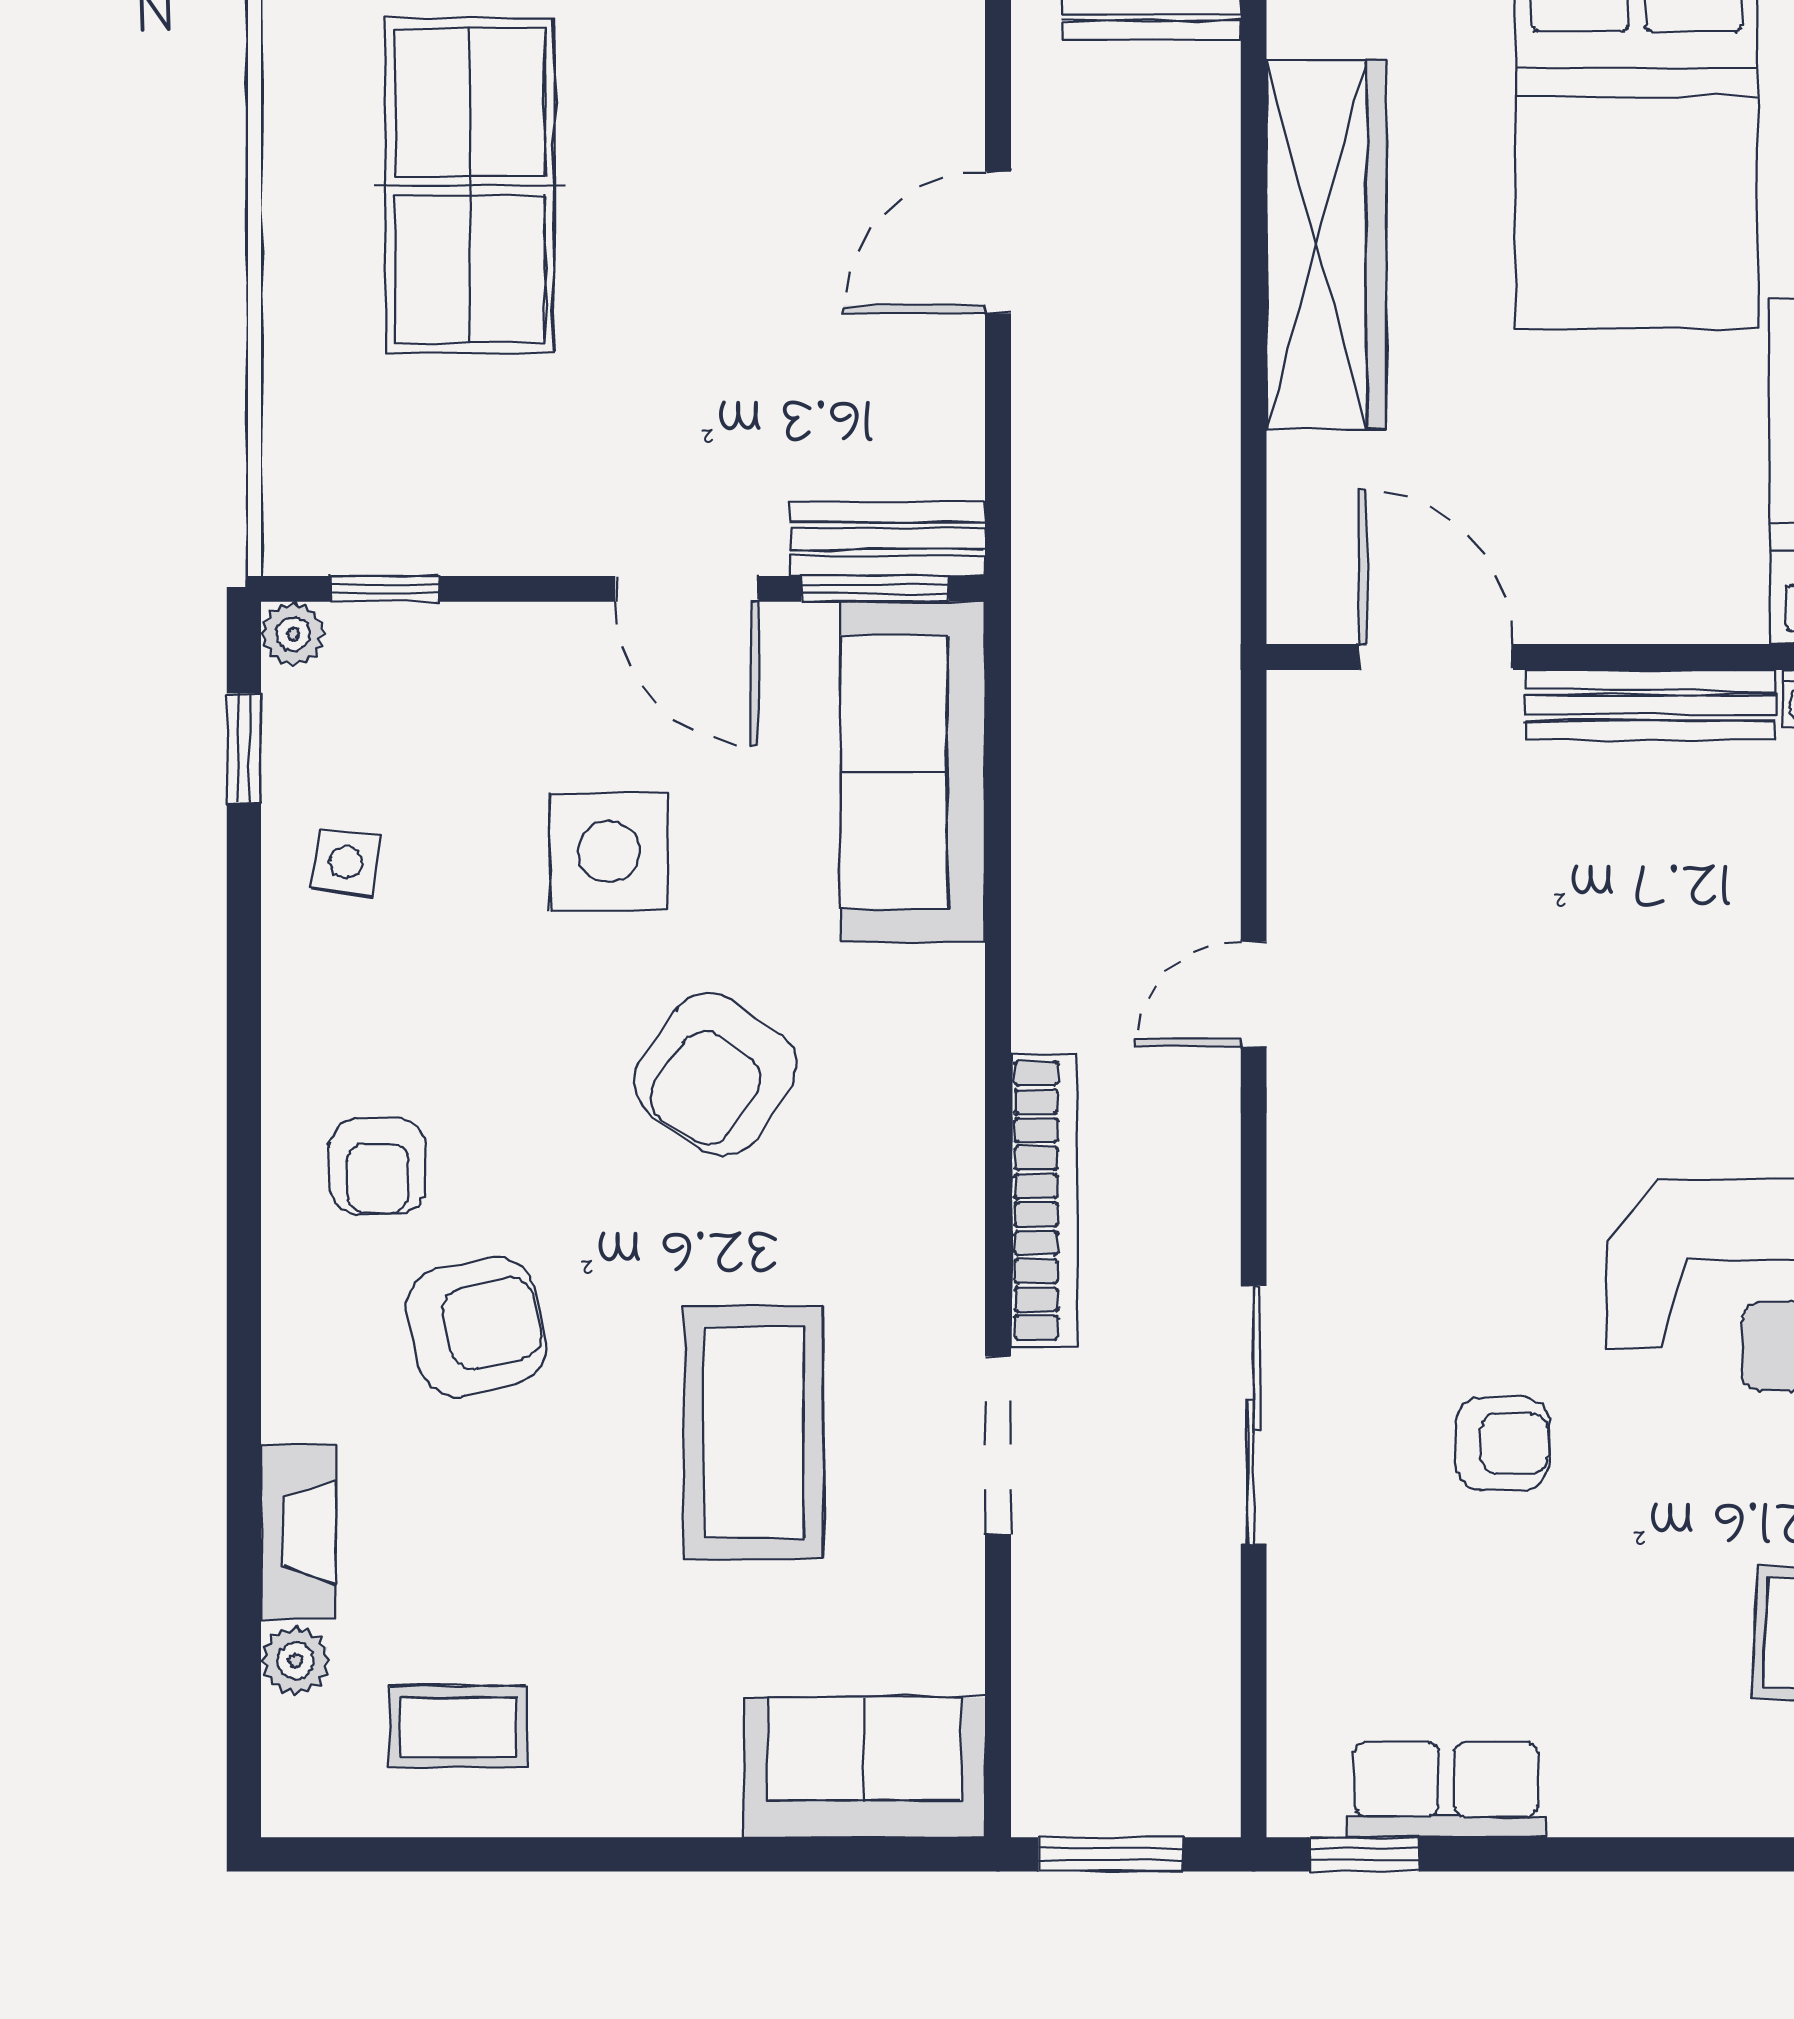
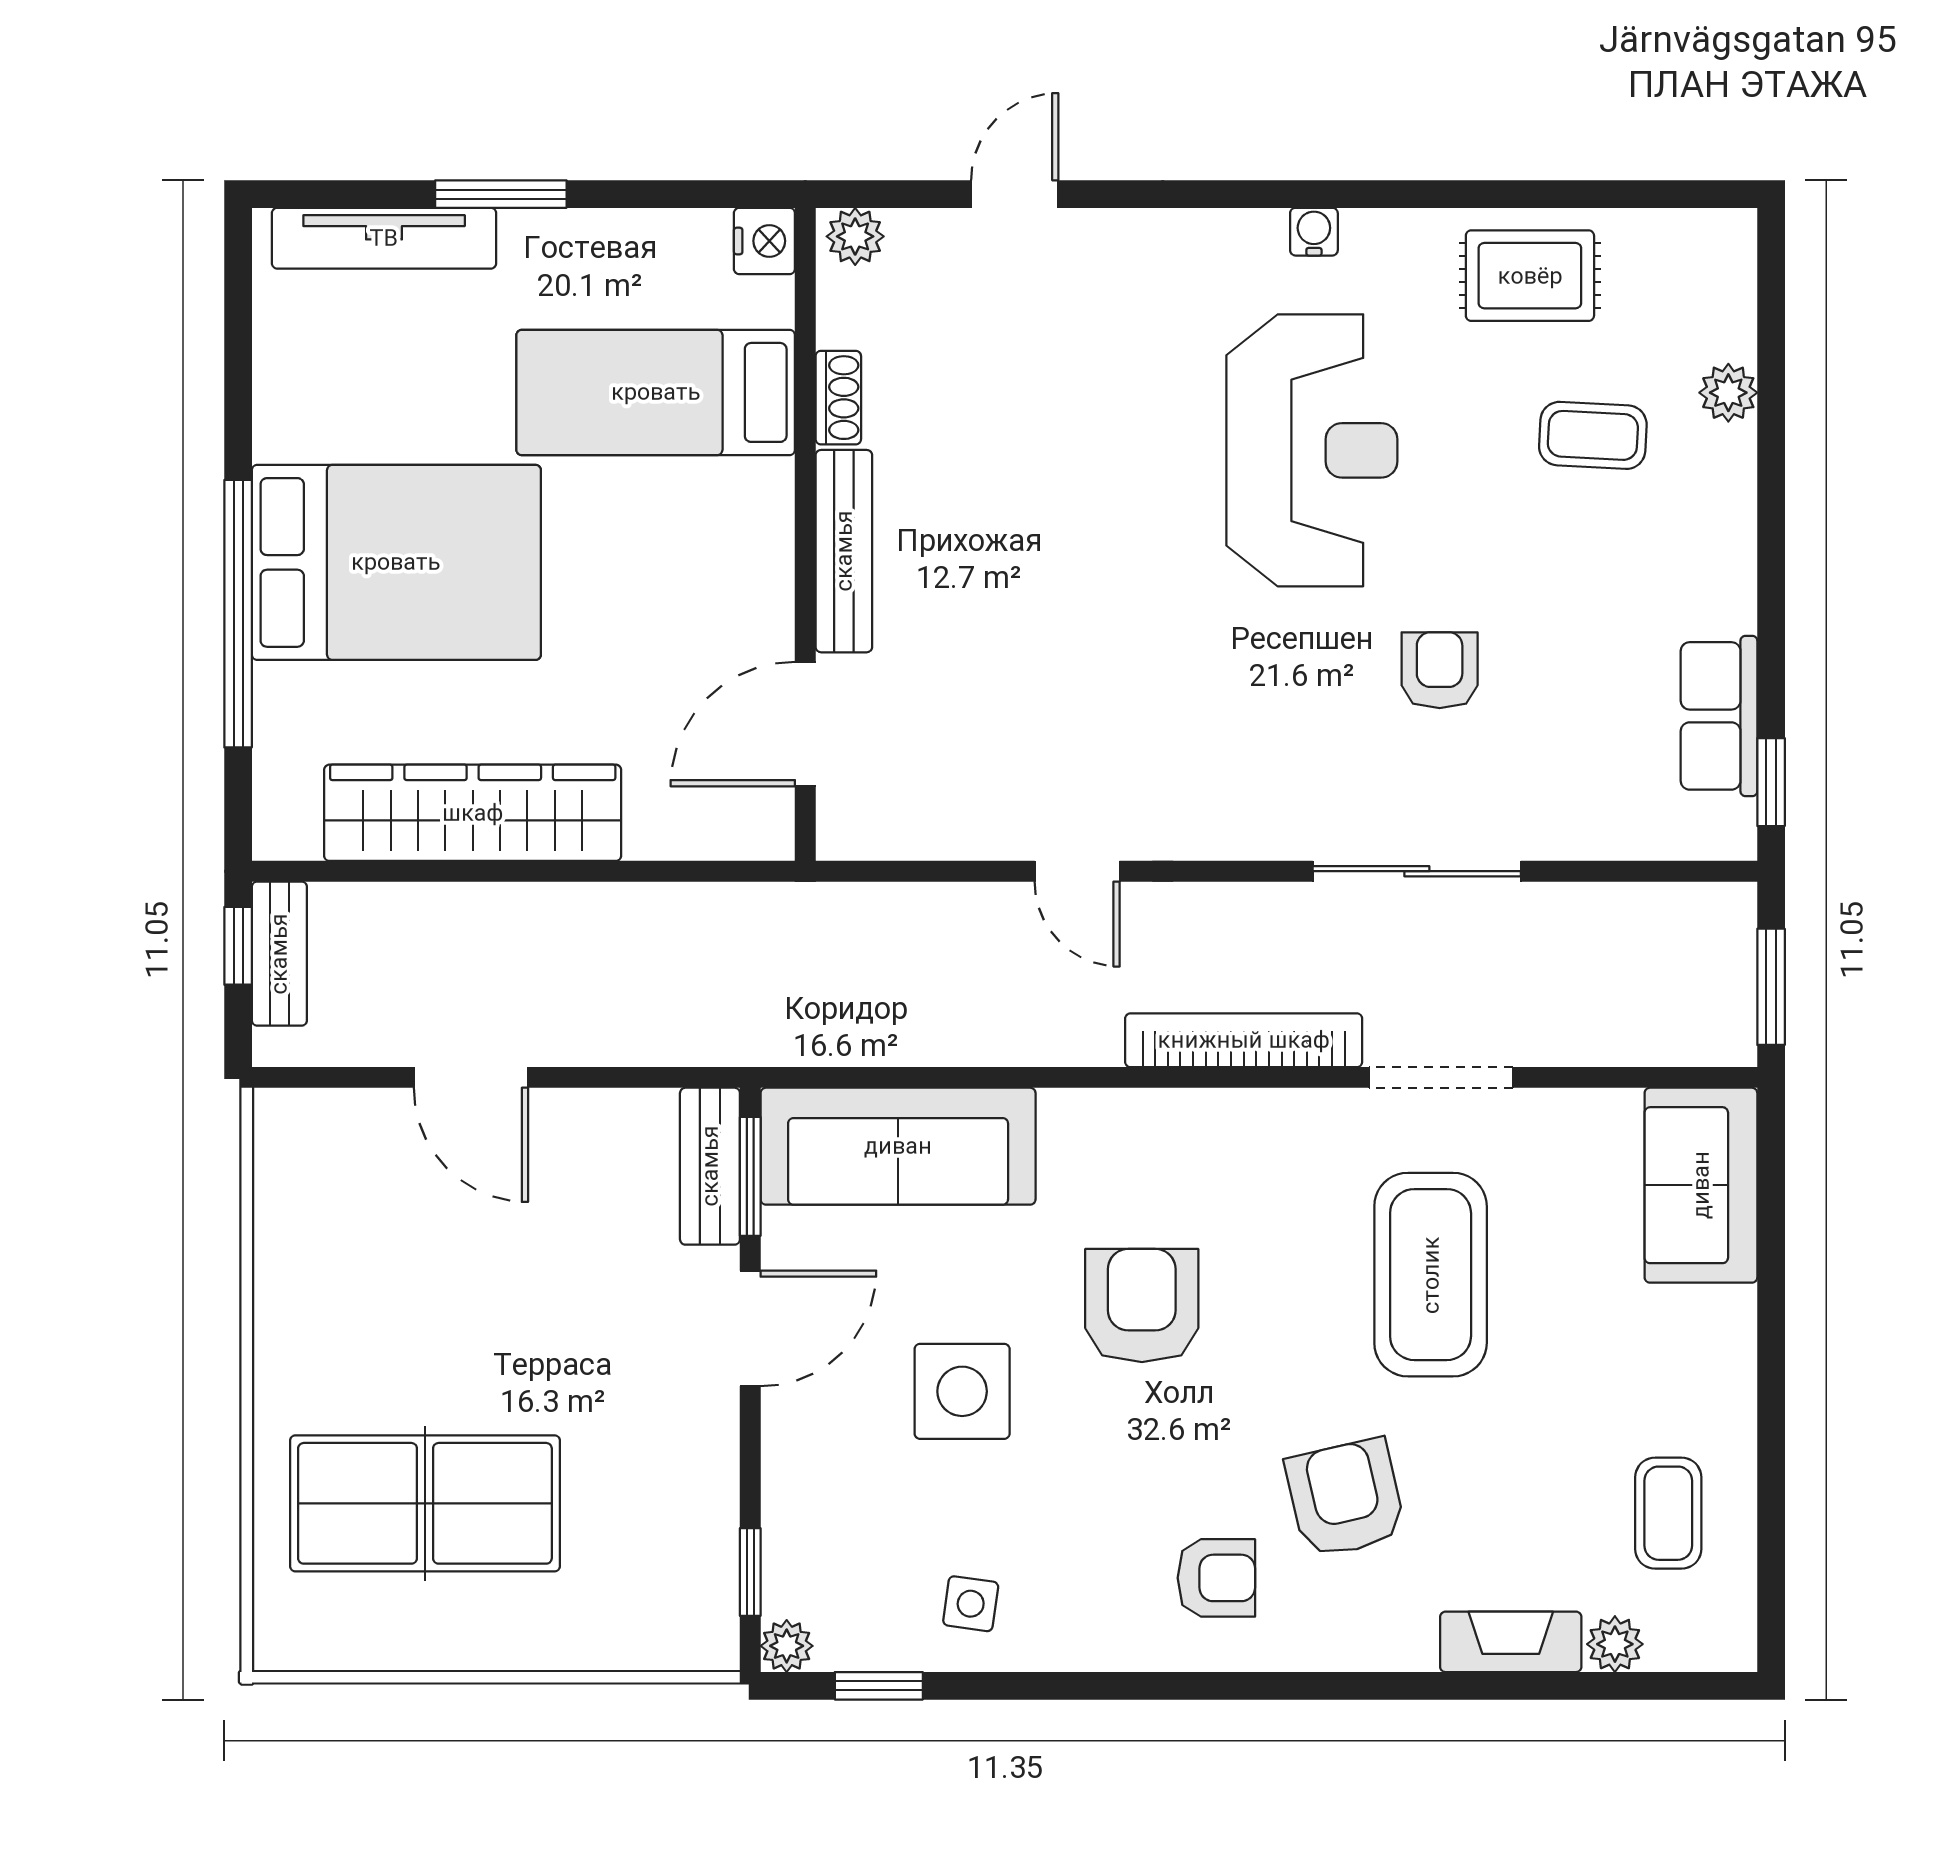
armchair: (715, 1074) -> (1142, 1306), turned -125
coffee table: (754, 1432) -> (1431, 1275), turned 90

